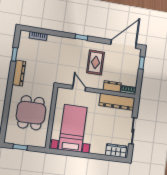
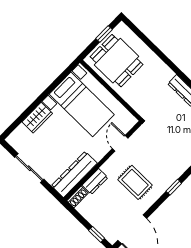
door: (79, 88) -> (120, 143), swing flipped
dining table: (31, 113) -> (117, 61), moved
wardrobe: (116, 151) -> (37, 118), moved

